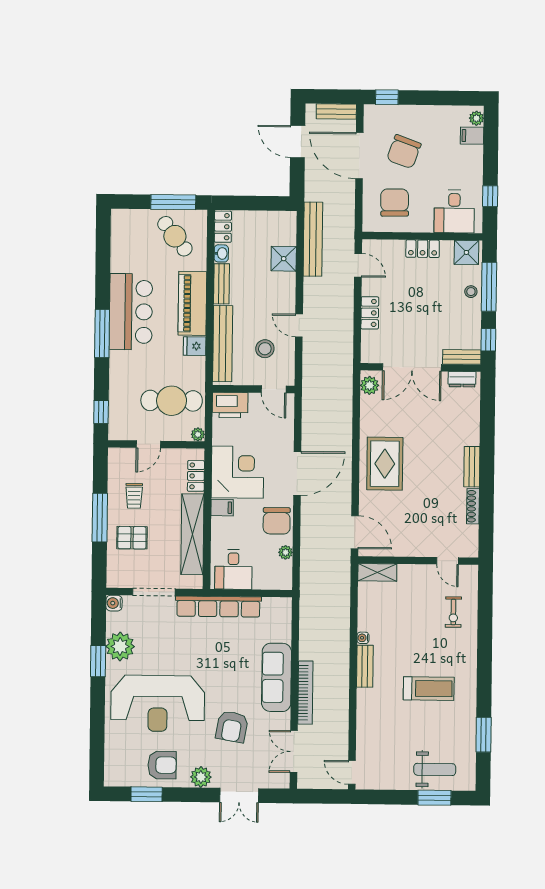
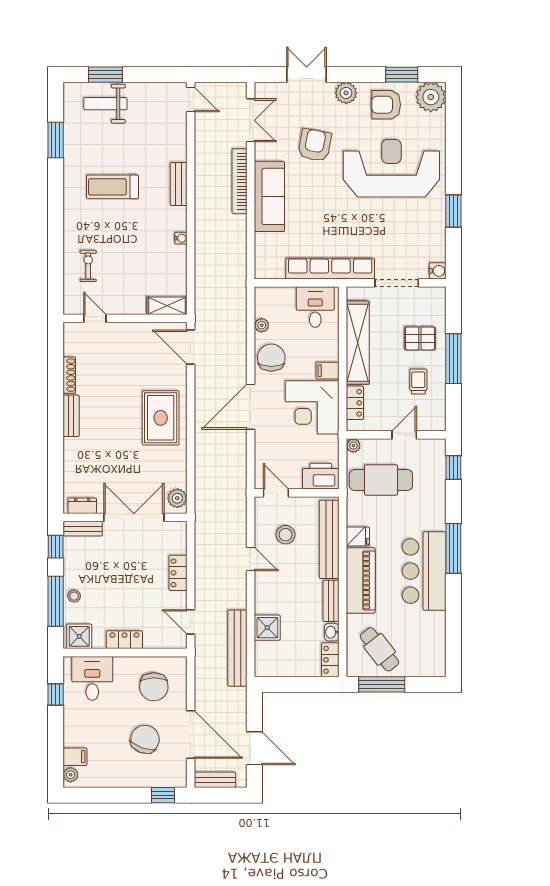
plant: (120, 646) -> (431, 97), moved
bench: (365, 666) -> (179, 184), moved

